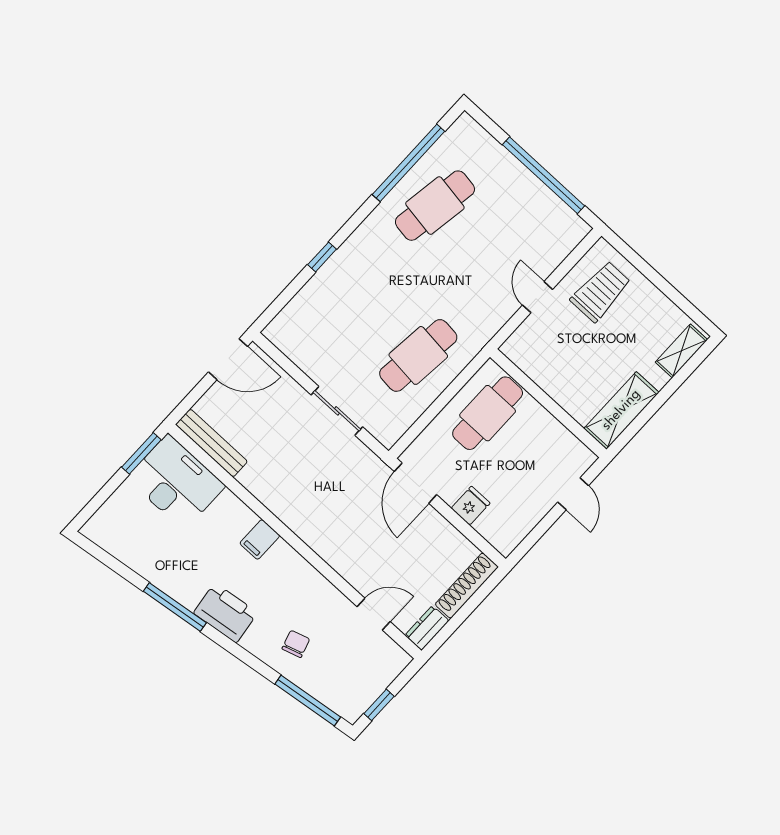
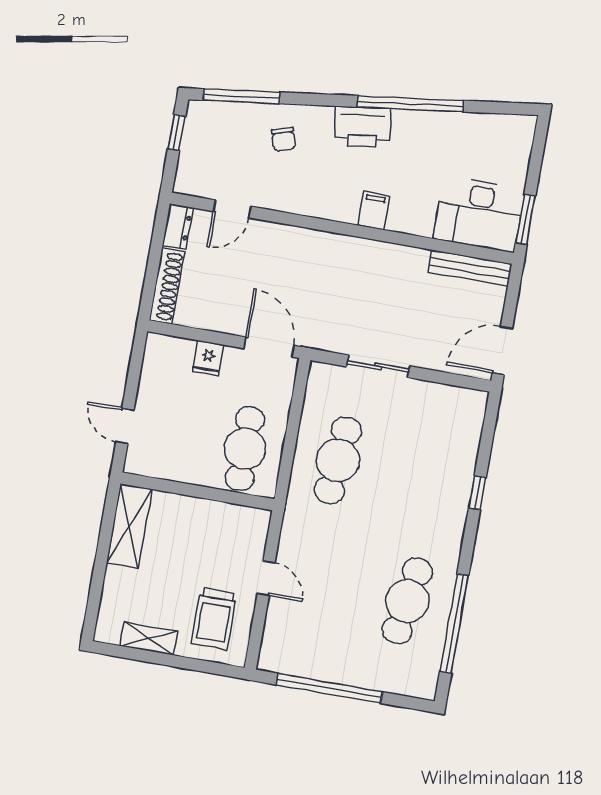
shelving: (681, 351) -> (149, 639), moved, turned 90
window: (175, 607) -> (410, 104), width x1.46

